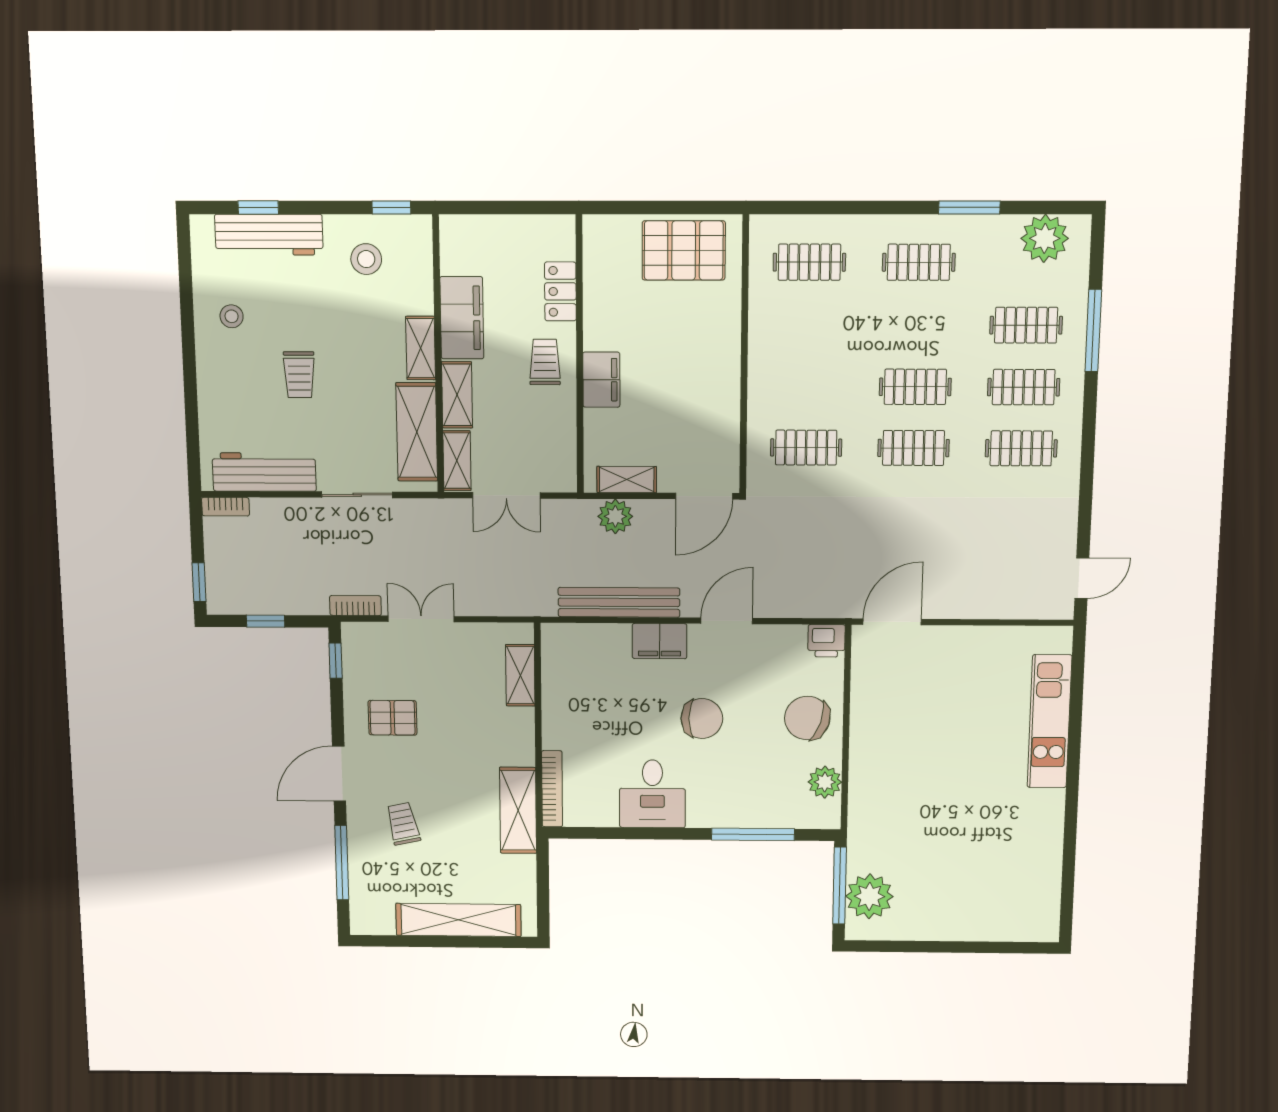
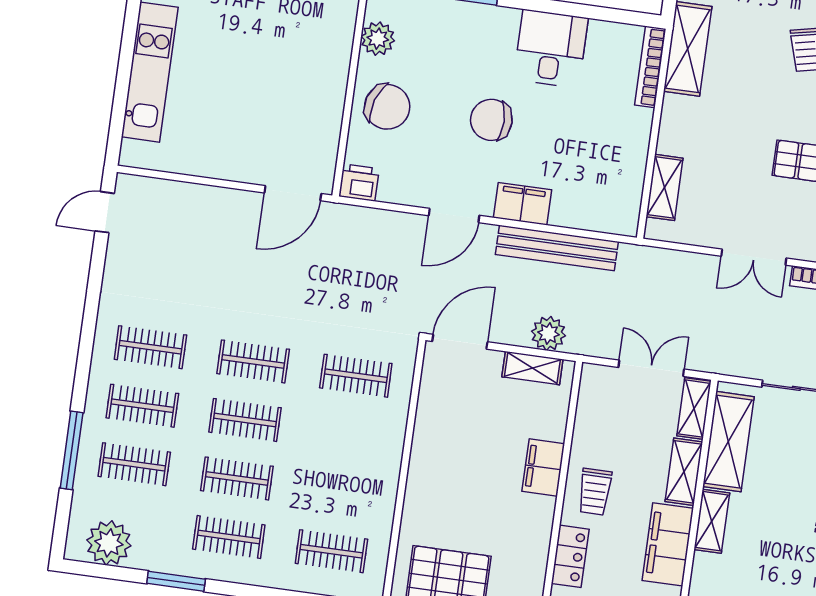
clothes rail: (917, 325) -> (237, 478), added

